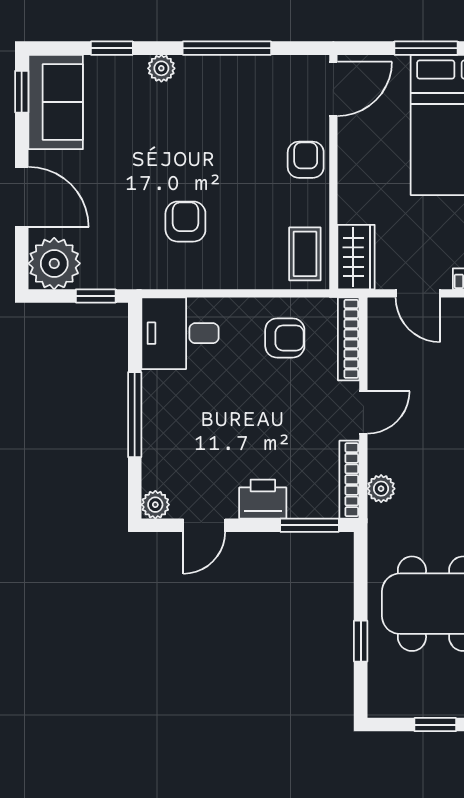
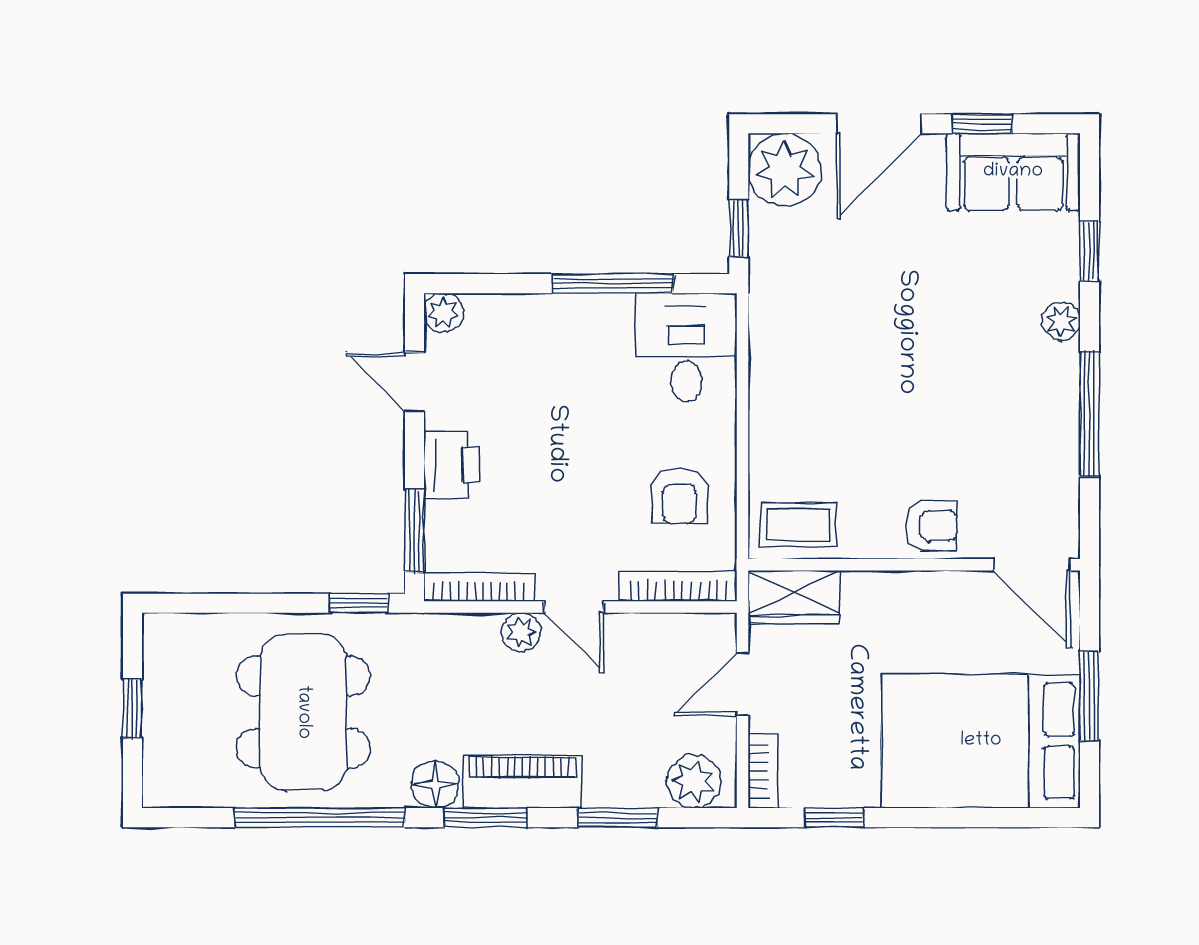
window: (22, 92) -> (982, 124), moved
armchair: (185, 222) -> (844, 355), removed
window: (135, 415) -> (613, 284), moved
plant: (381, 489) -> (521, 632), moved
window: (361, 641) -> (359, 603), moved

